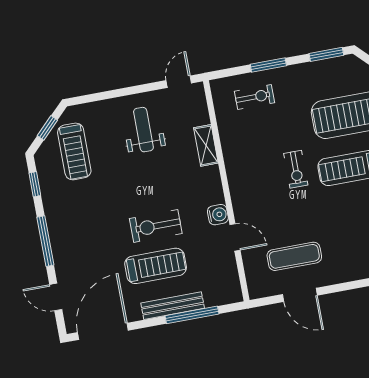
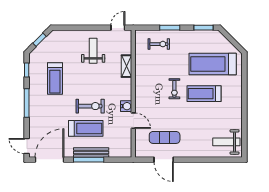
treadmill: (74, 151) -> (55, 78), moved
exercise bike: (156, 226) -> (90, 106), turned 180
door: (56, 297) -> (27, 146), moved
window: (192, 315) -> (89, 160), moved

